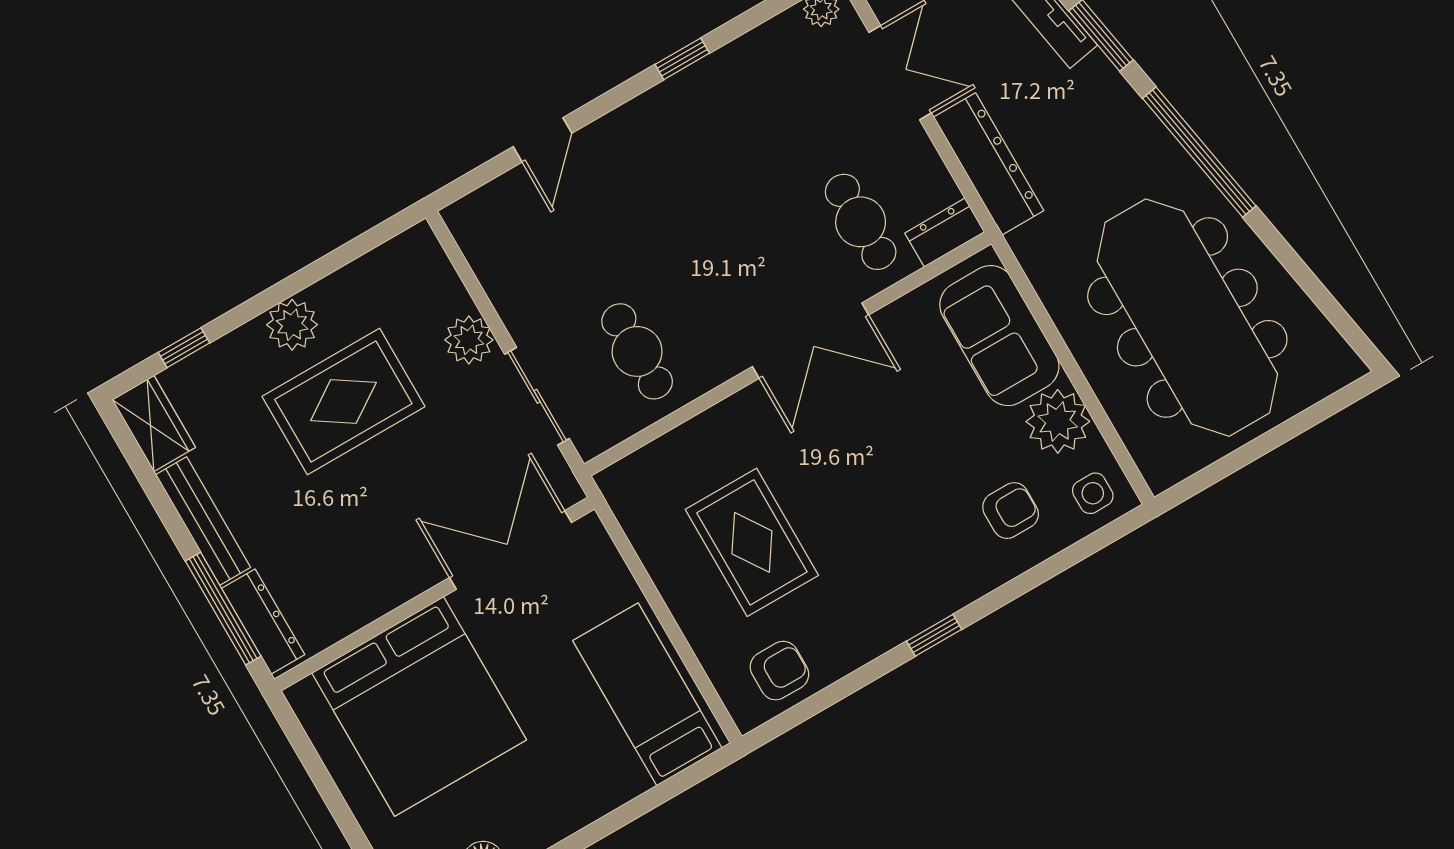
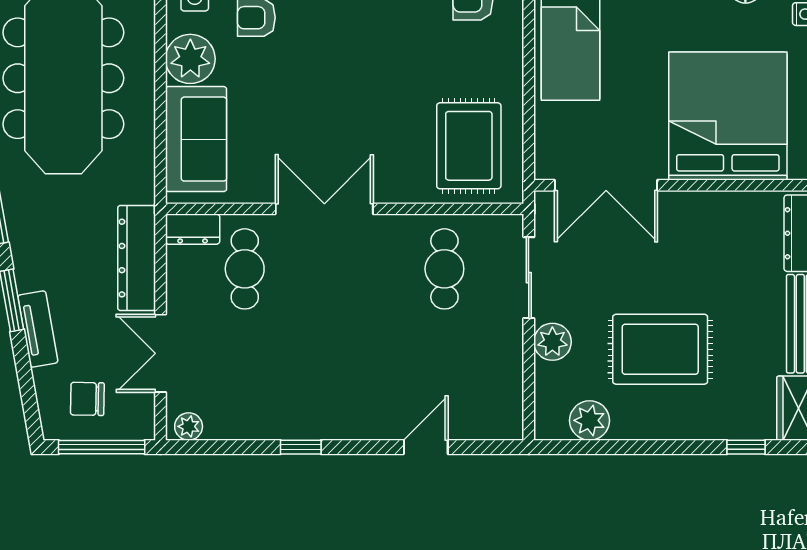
plant: (292, 325) -> (590, 420), moved
rug: (752, 542) -> (469, 146), moved

